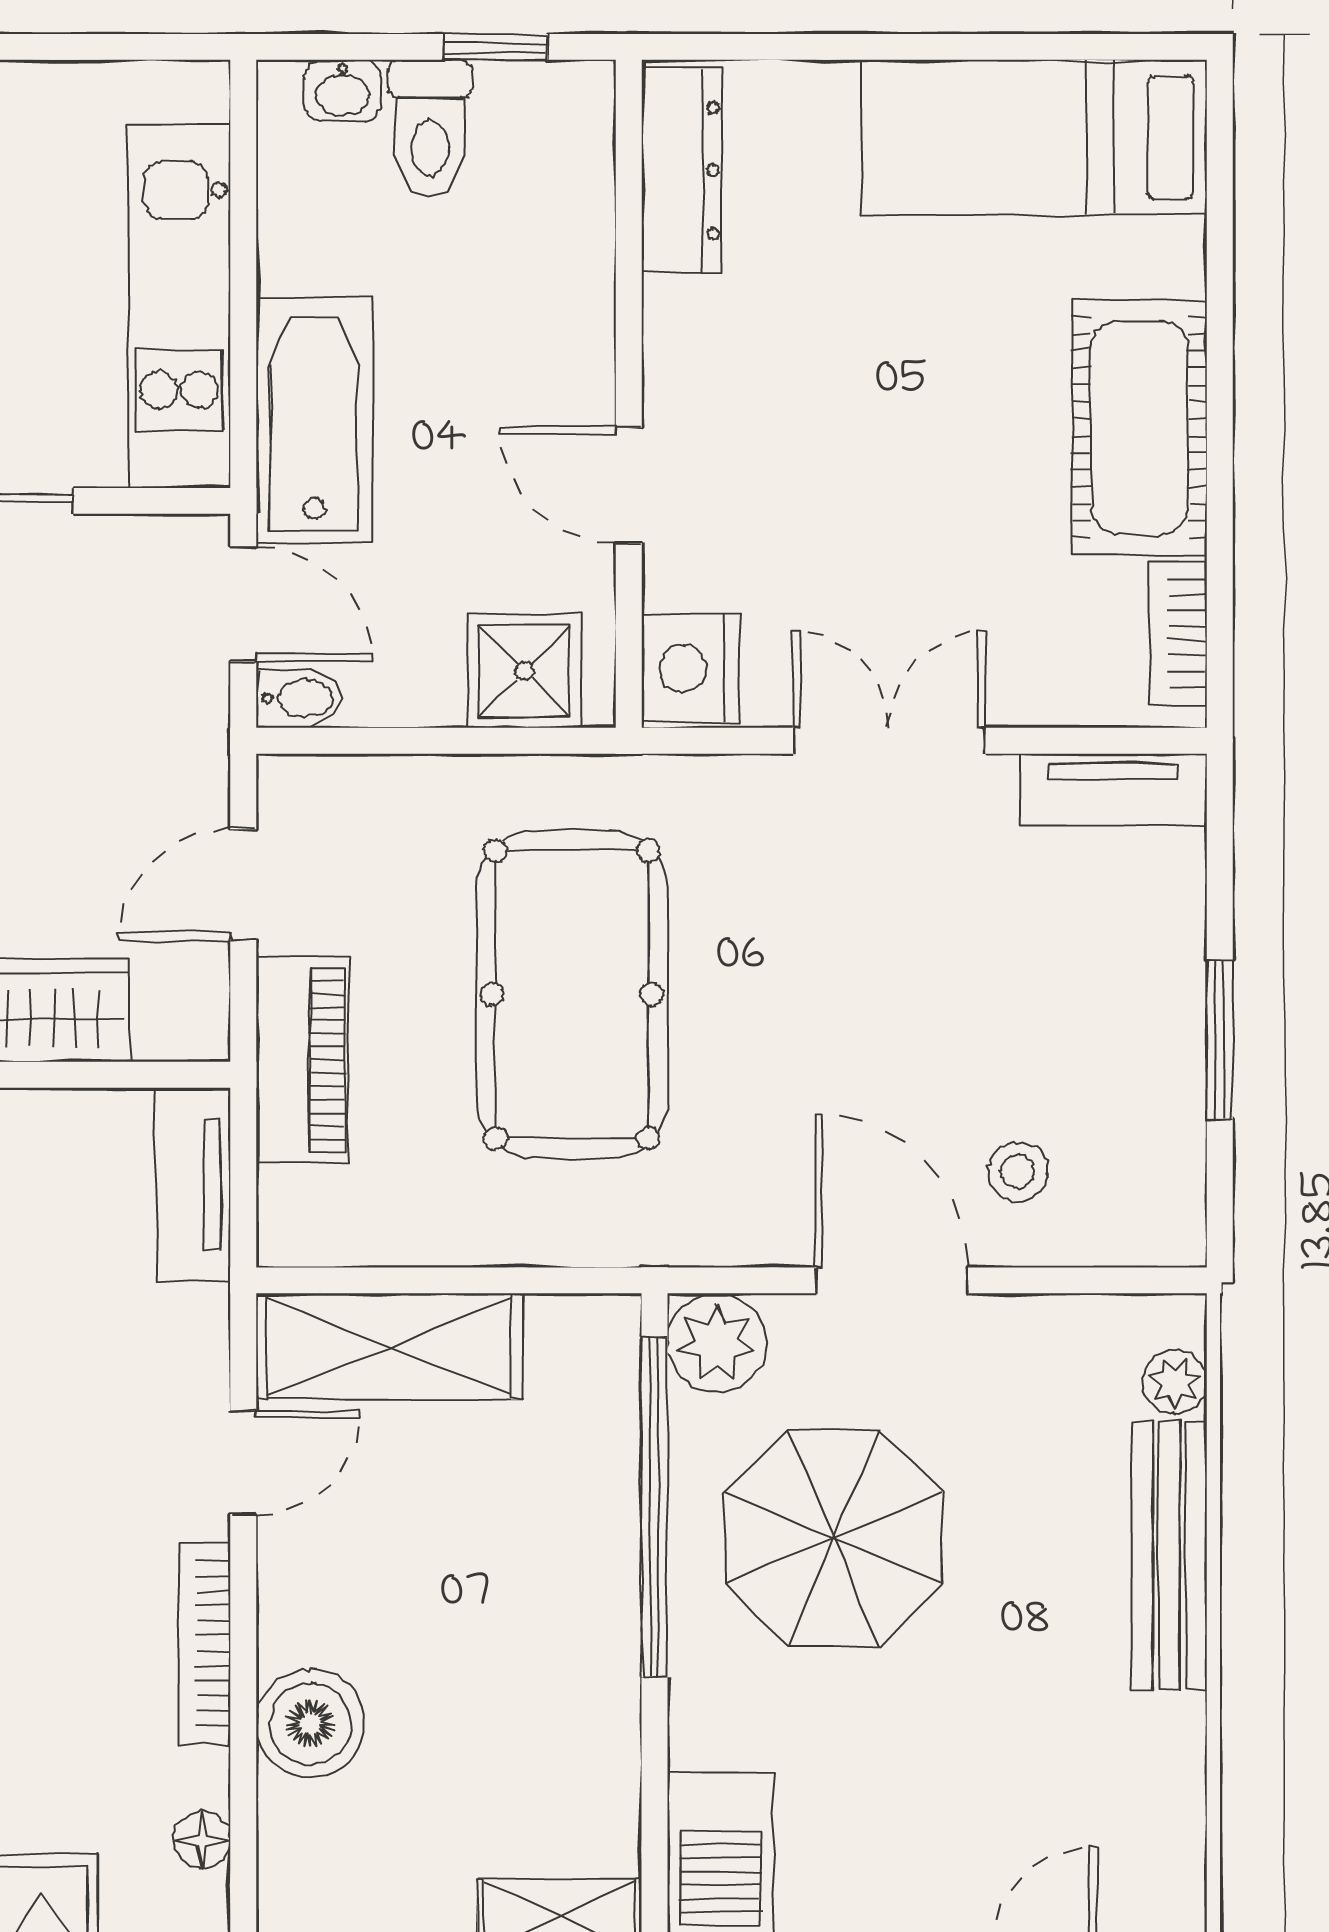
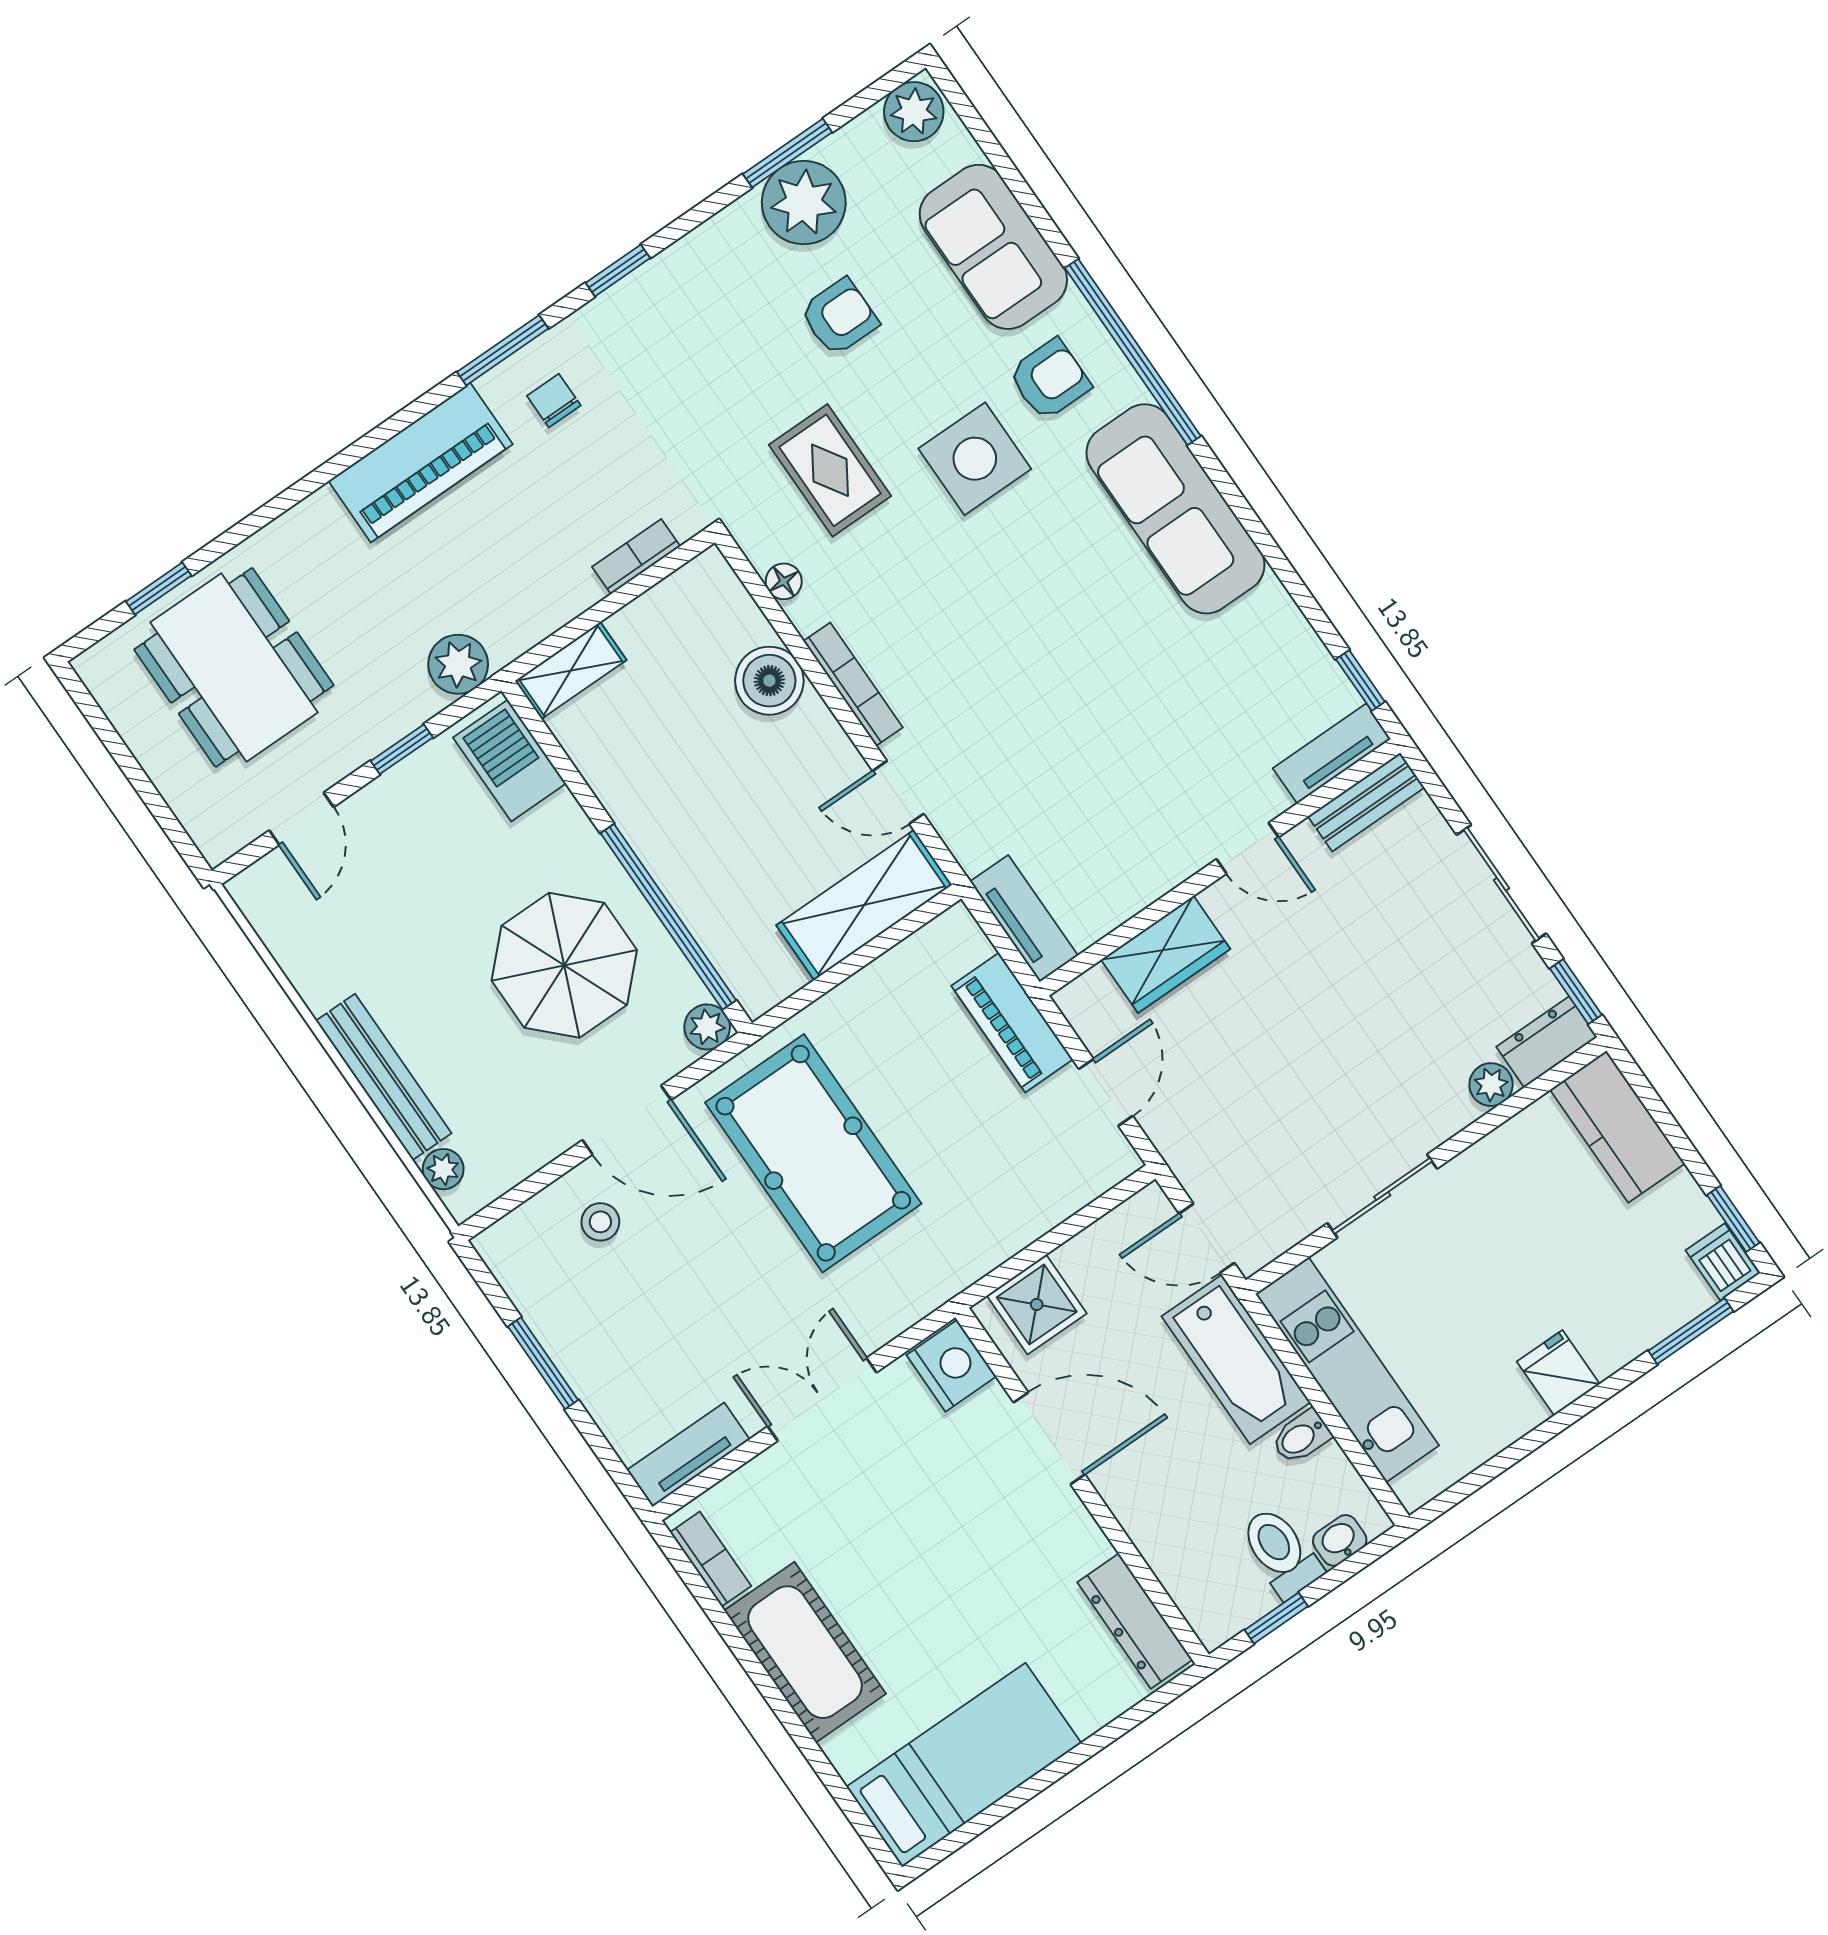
door: (629, 485) -> (1049, 1438), width x1.37
bidet: (299, 698) -> (1301, 1437), moved
double door: (889, 741) -> (822, 1399), swing flipped
pool table: (572, 994) -> (813, 1153), moved
plant: (717, 1343) -> (707, 1027), width x0.73, depth x0.73
door: (243, 1462) -> (898, 792), hinge flipped

